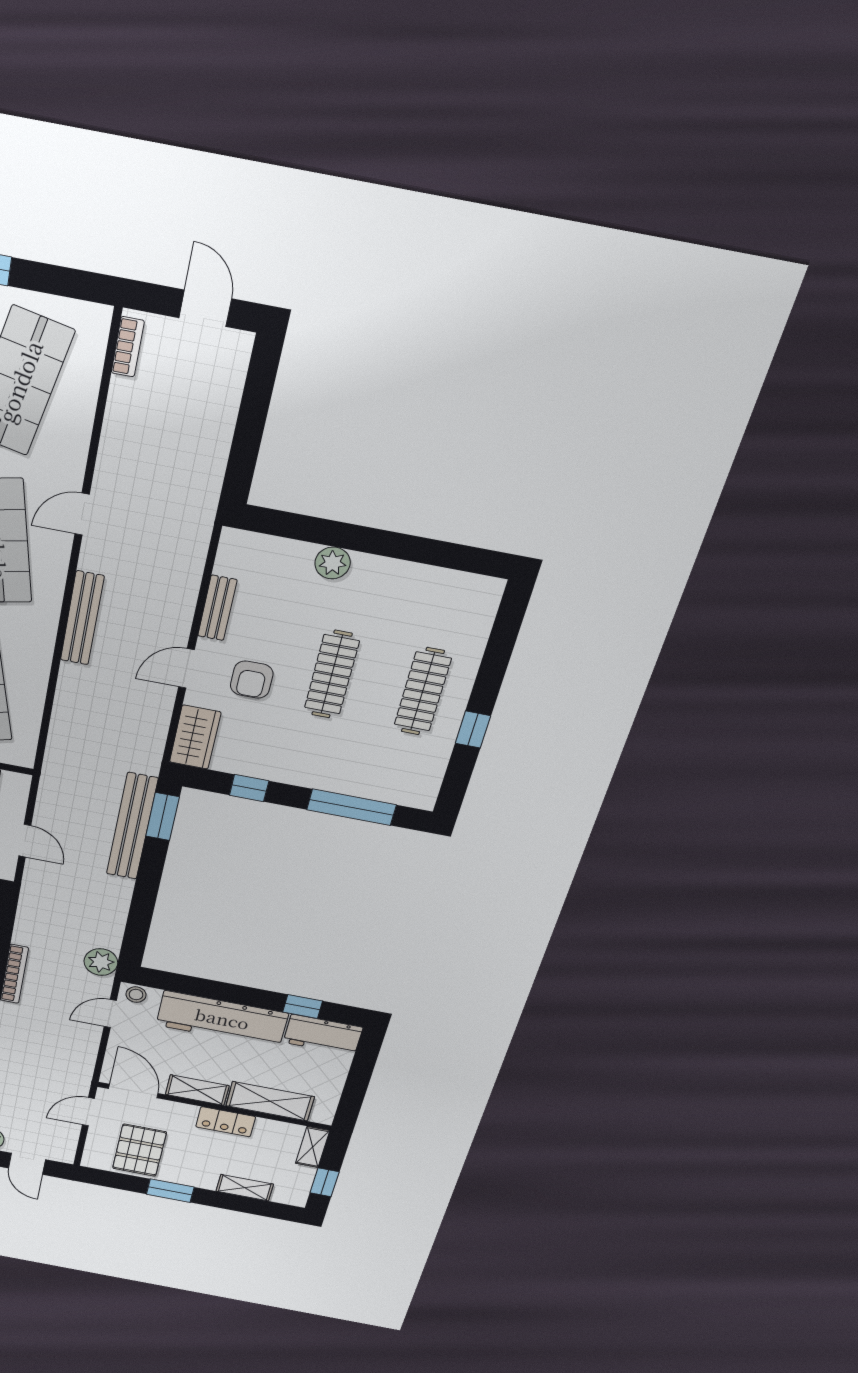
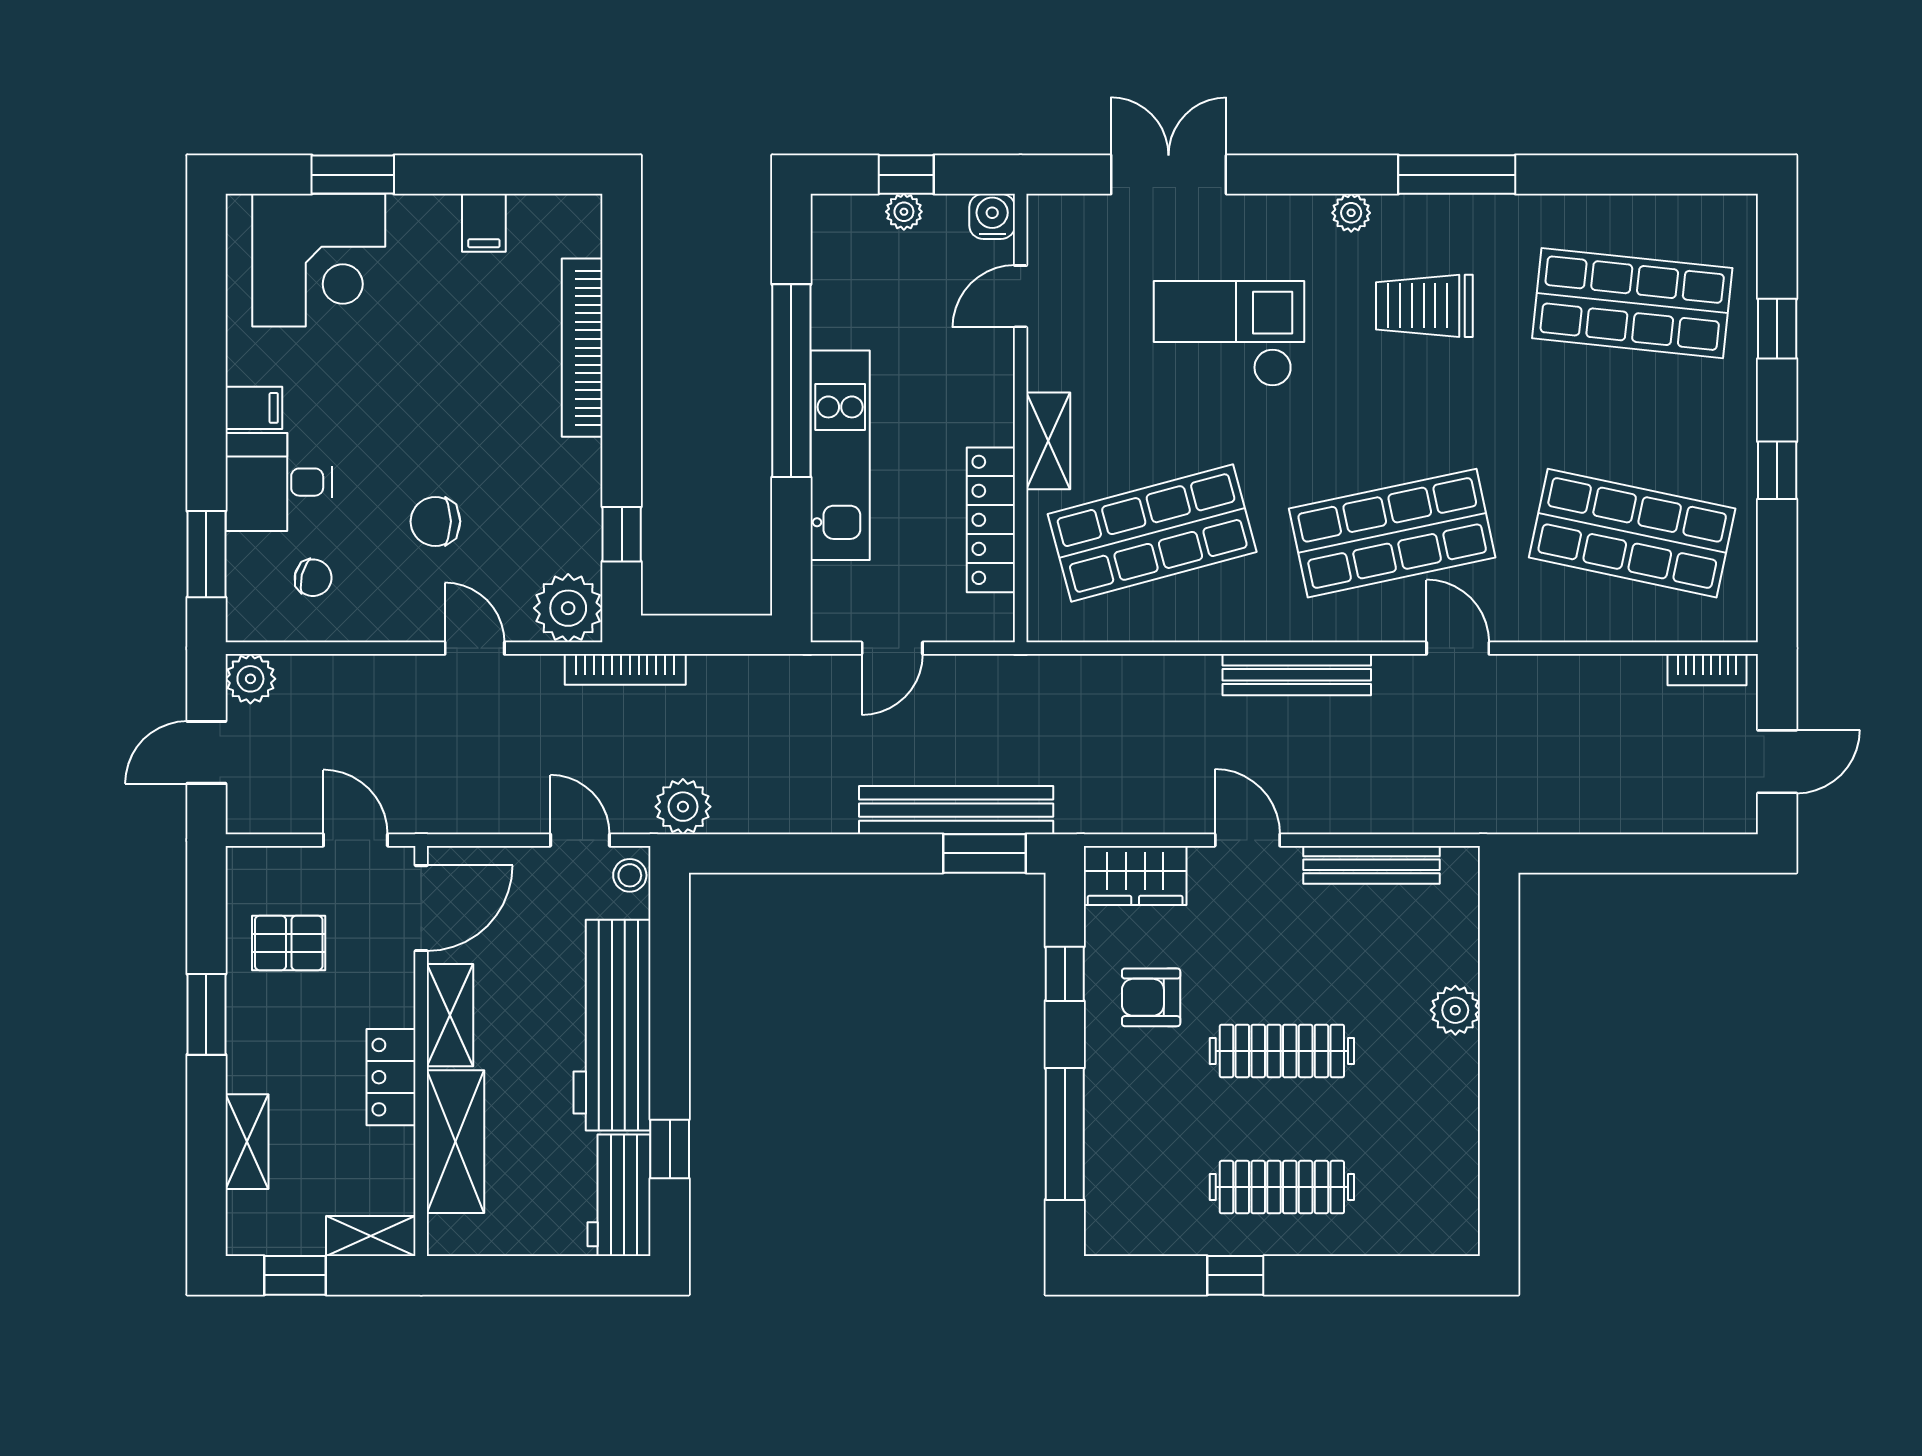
bench: (217, 608) -> (1371, 865), width x1.36
armchair: (252, 680) -> (1151, 997), moved
pallet: (139, 1150) -> (289, 943), width x0.67, depth x0.71

